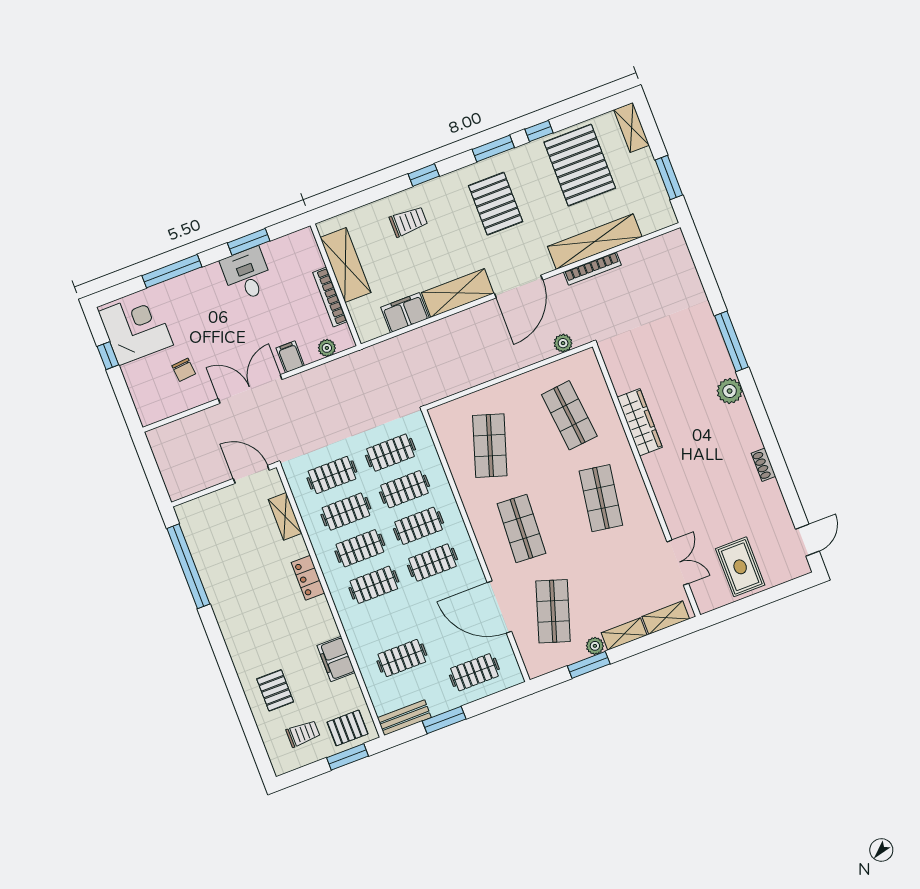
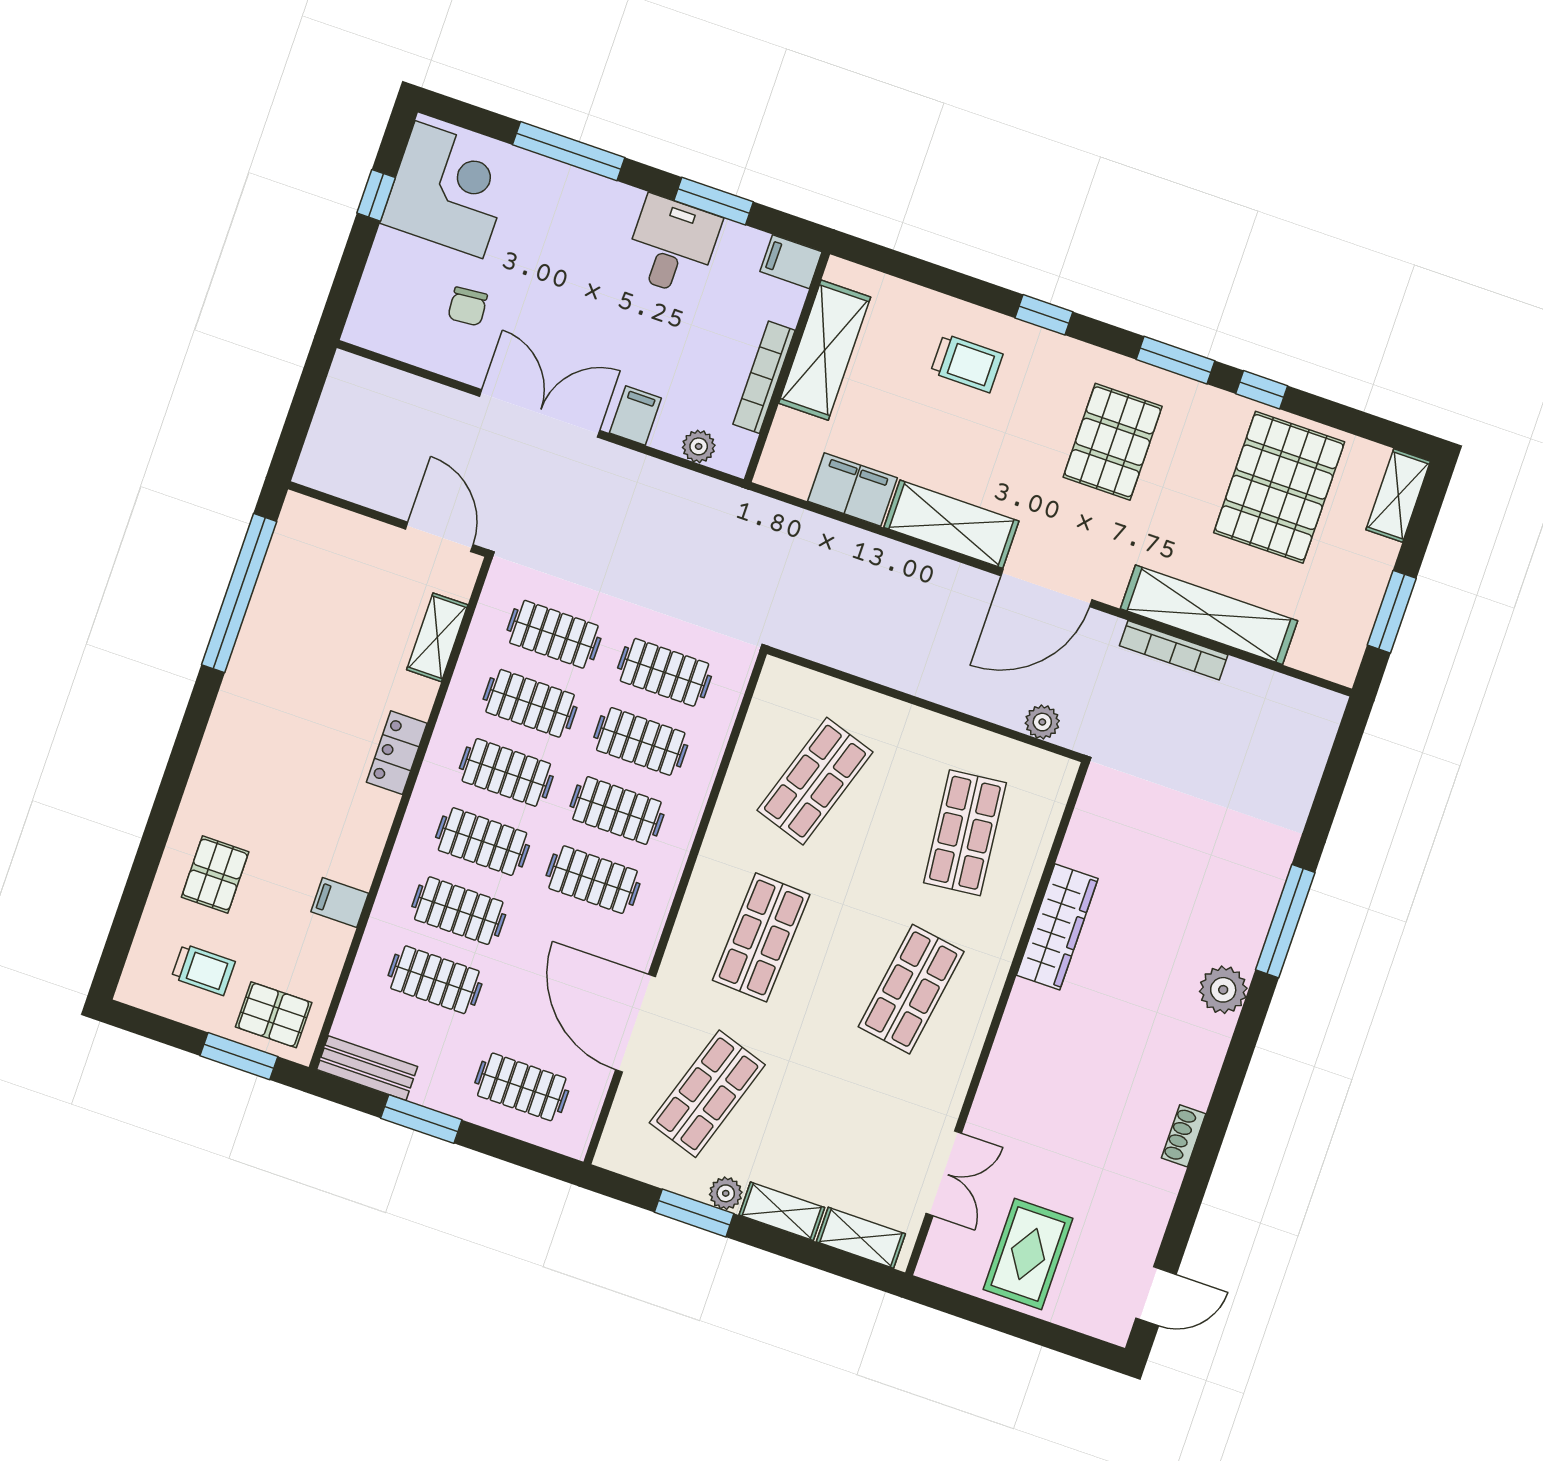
filing cabinet: (301, 240) -> (791, 262), added
clothes rail: (388, 621) -> (459, 911), added
filing cabinet: (336, 659) -> (340, 902), width x0.50

